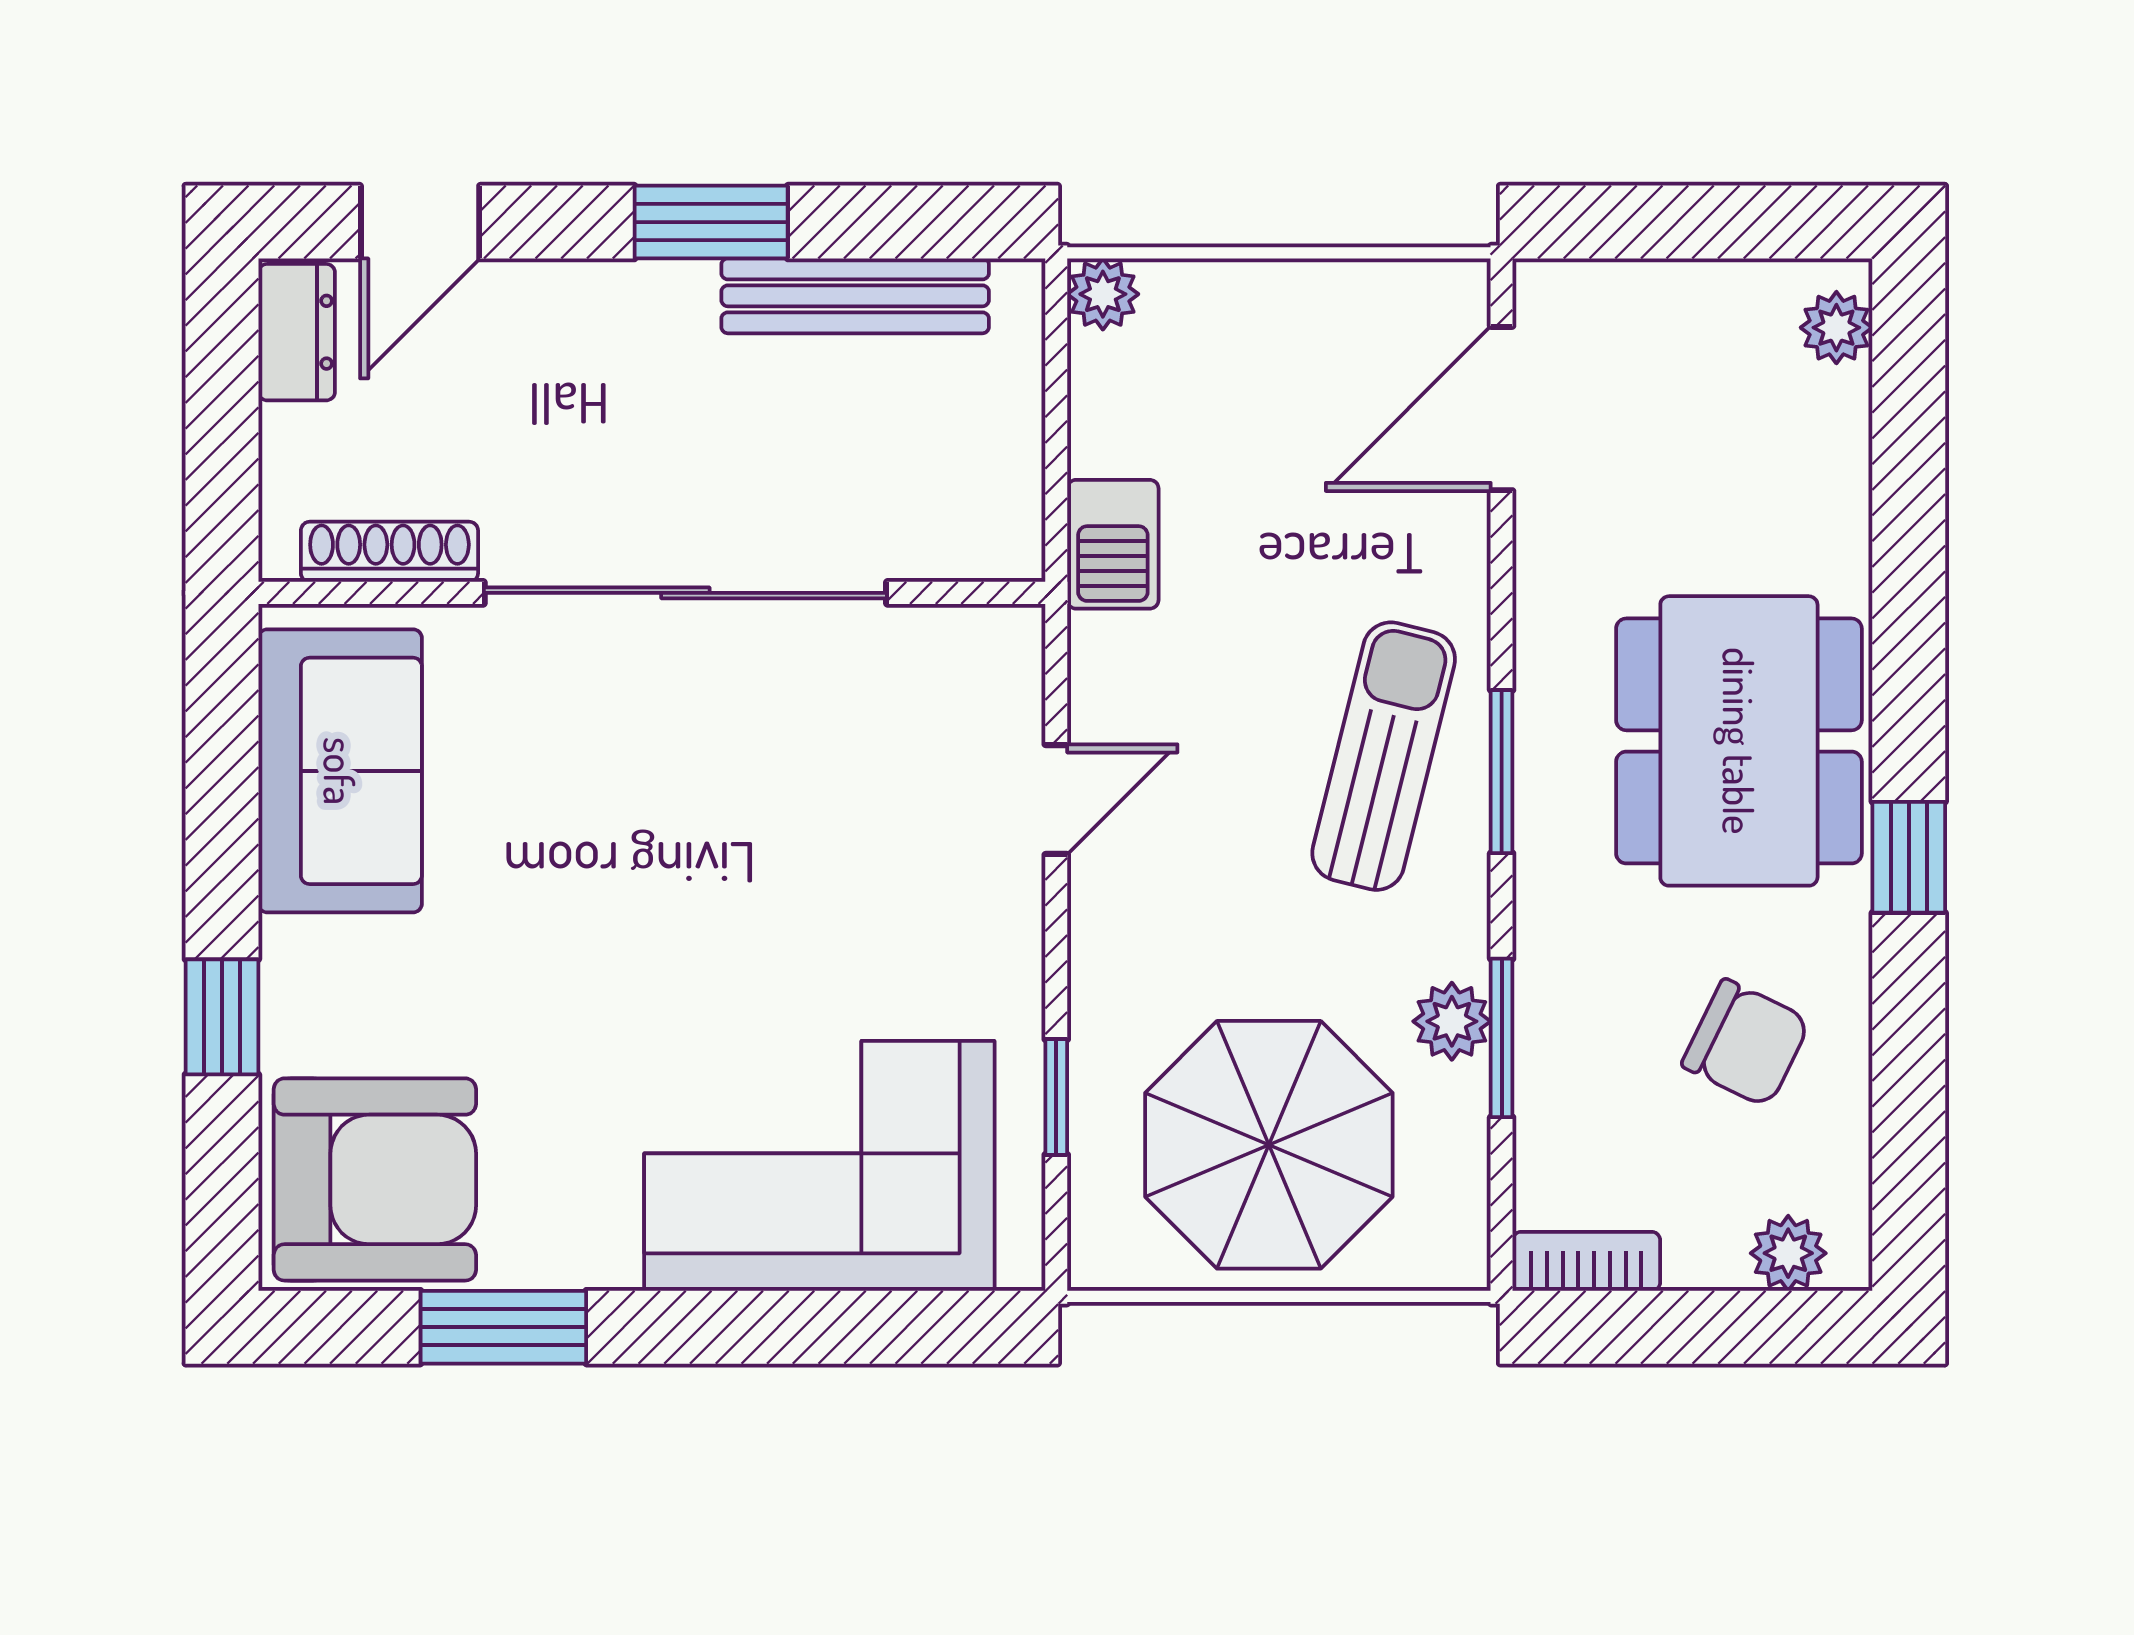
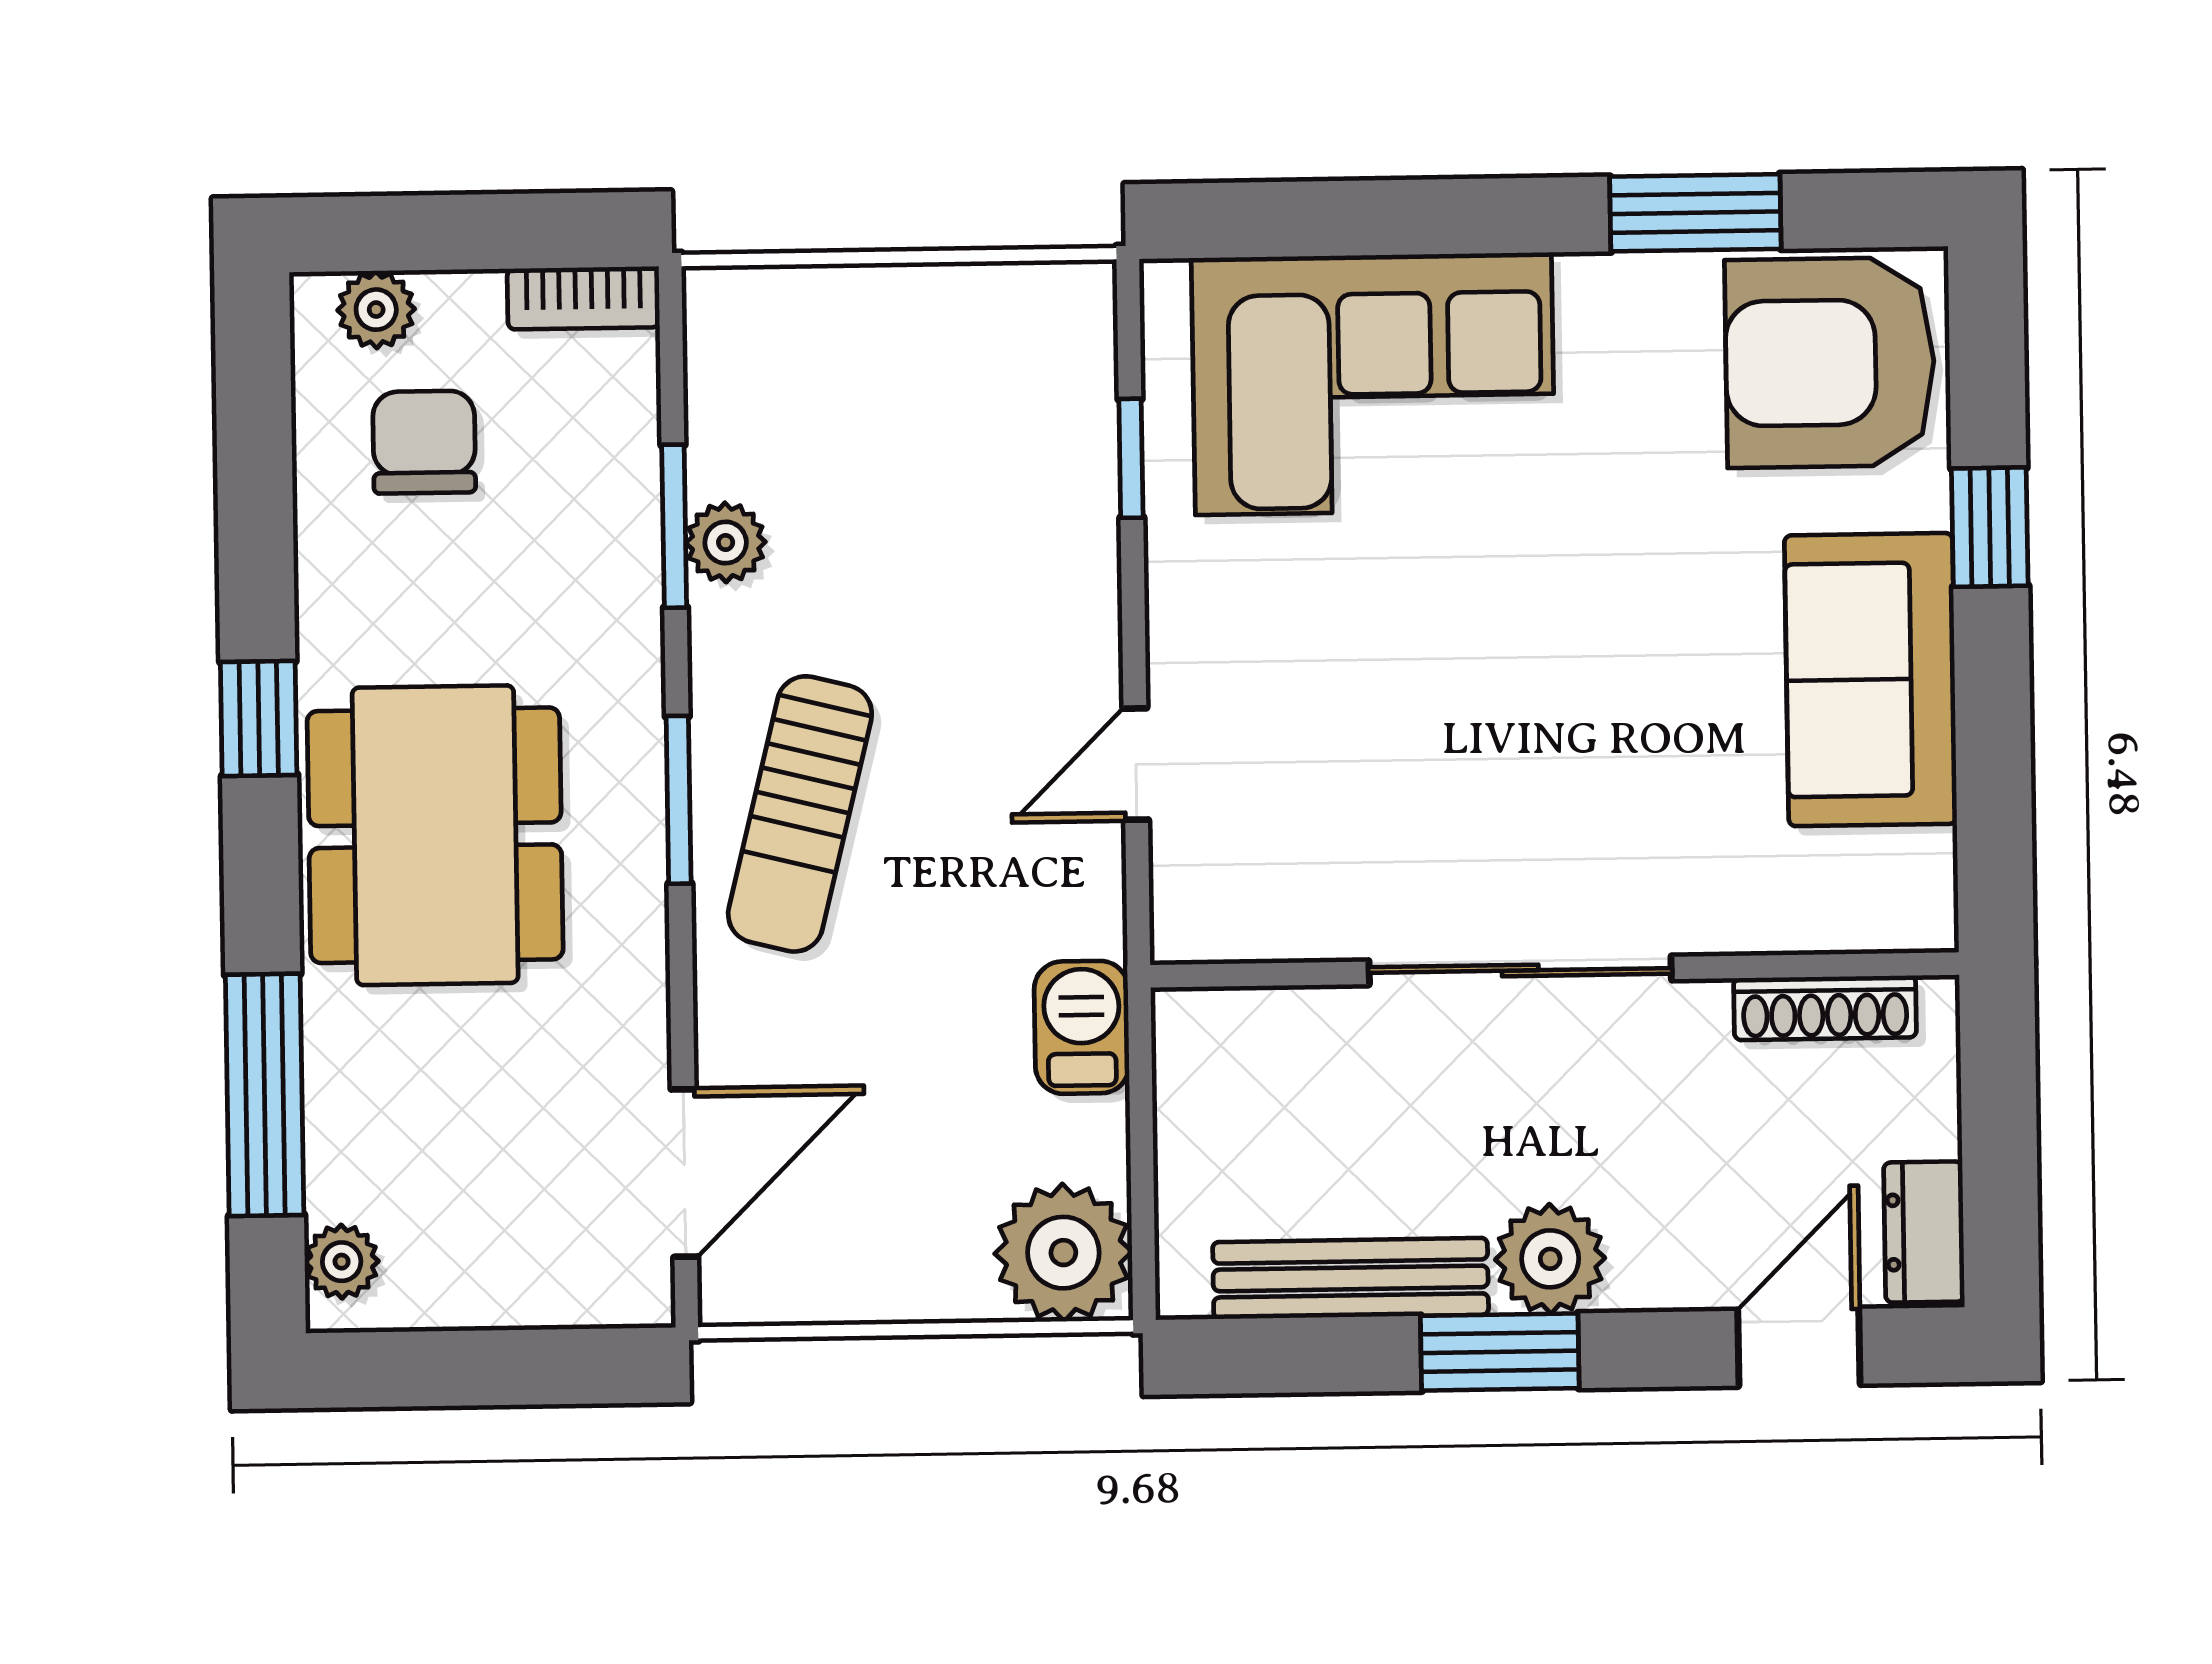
plant: (1103, 294) -> (1063, 1253), width x1.88, depth x1.88
plant: (661, 312) -> (1550, 1259), added
window: (1909, 491) -> (265, 1095), added
sliding door: (685, 593) -> (1520, 970), width x0.73
sofa: (340, 771) -> (1871, 680), moved
chair: (1746, 1043) -> (424, 442), moved, turned 64
parasol: (1269, 1145) -> (912, 413), removed

